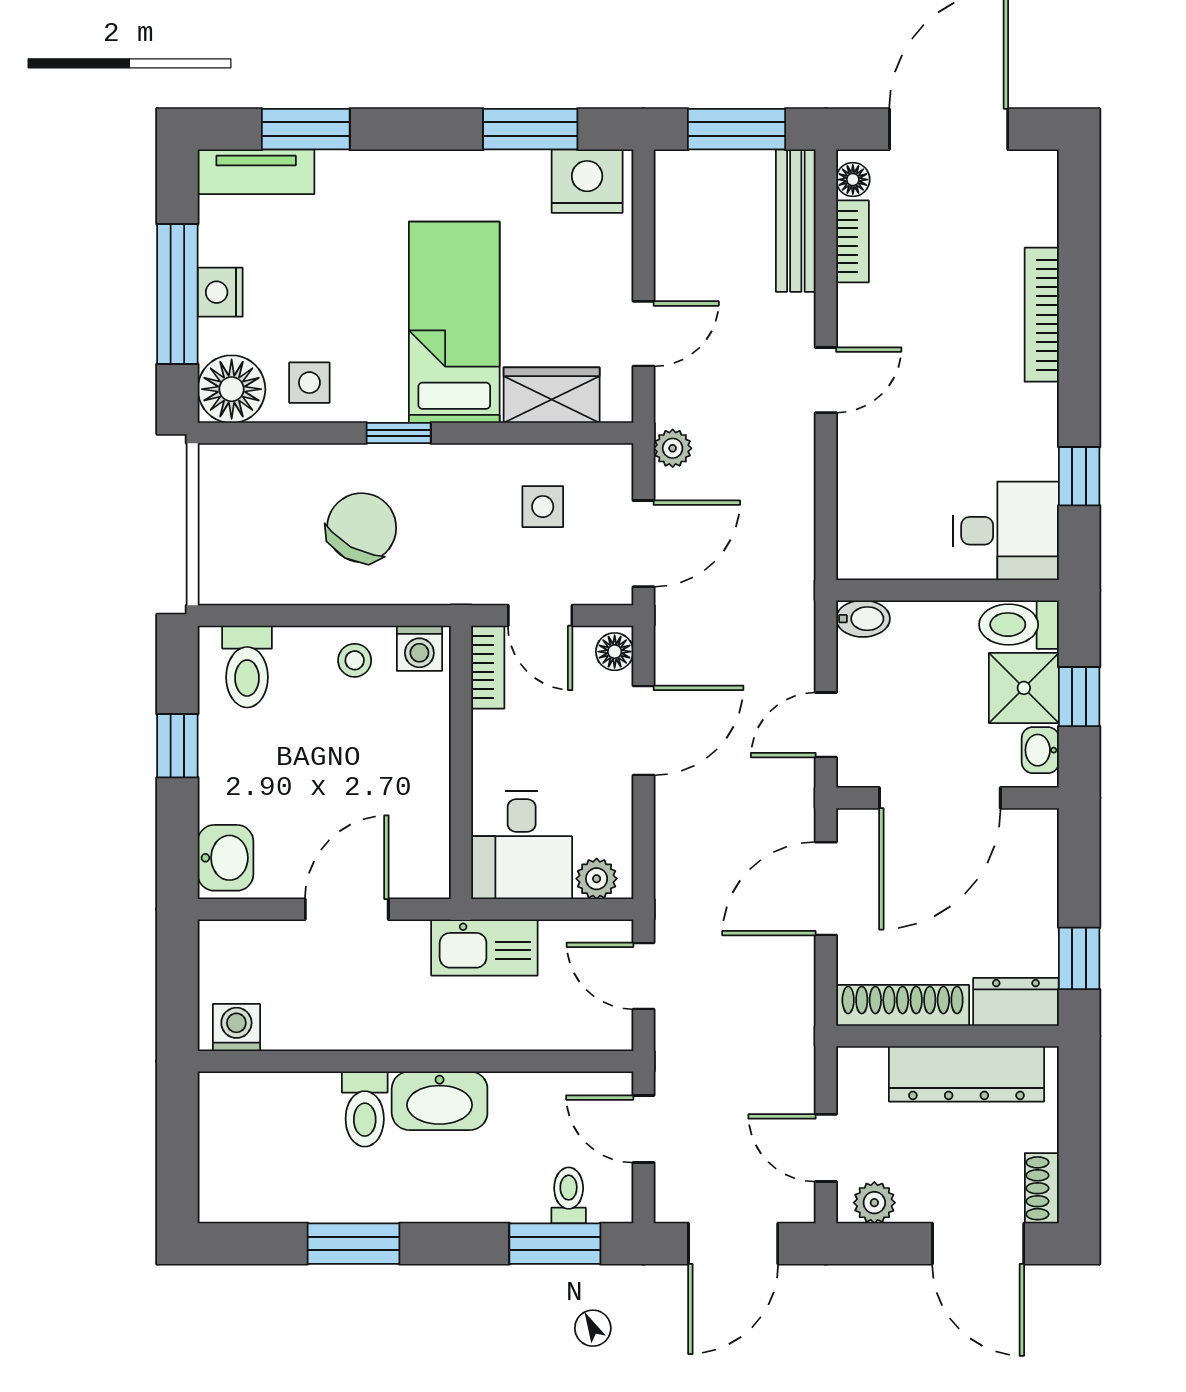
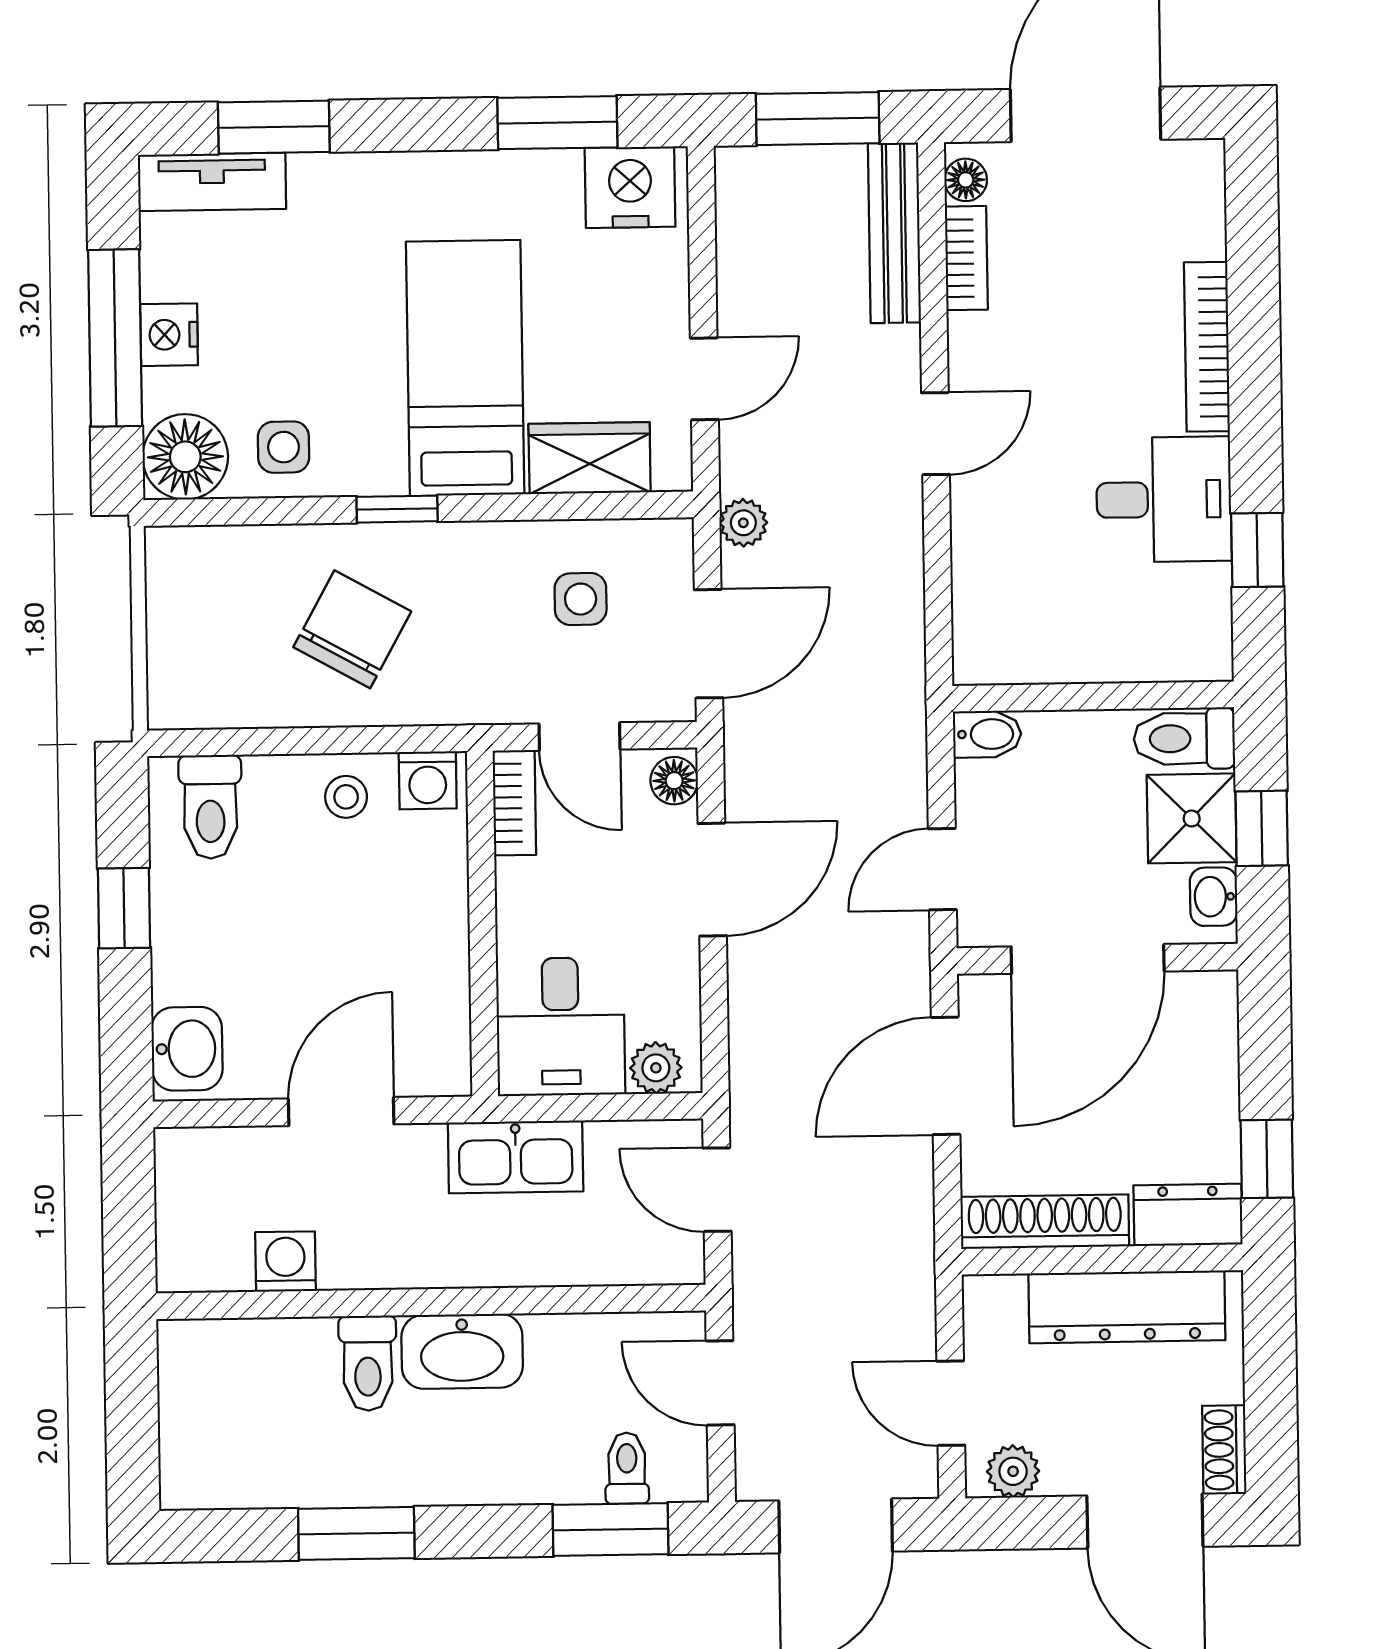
desk: (1006, 531) -> (1164, 499), moved
washing machine: (236, 1028) -> (285, 1262), moved

